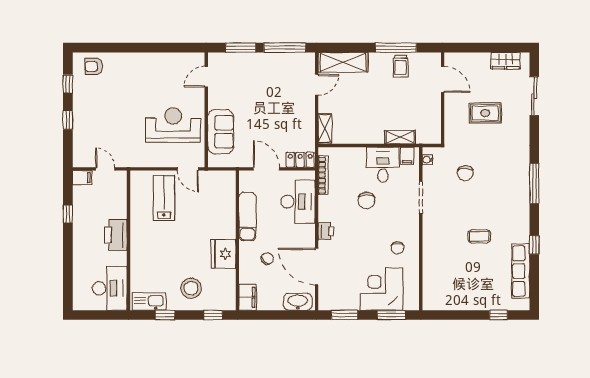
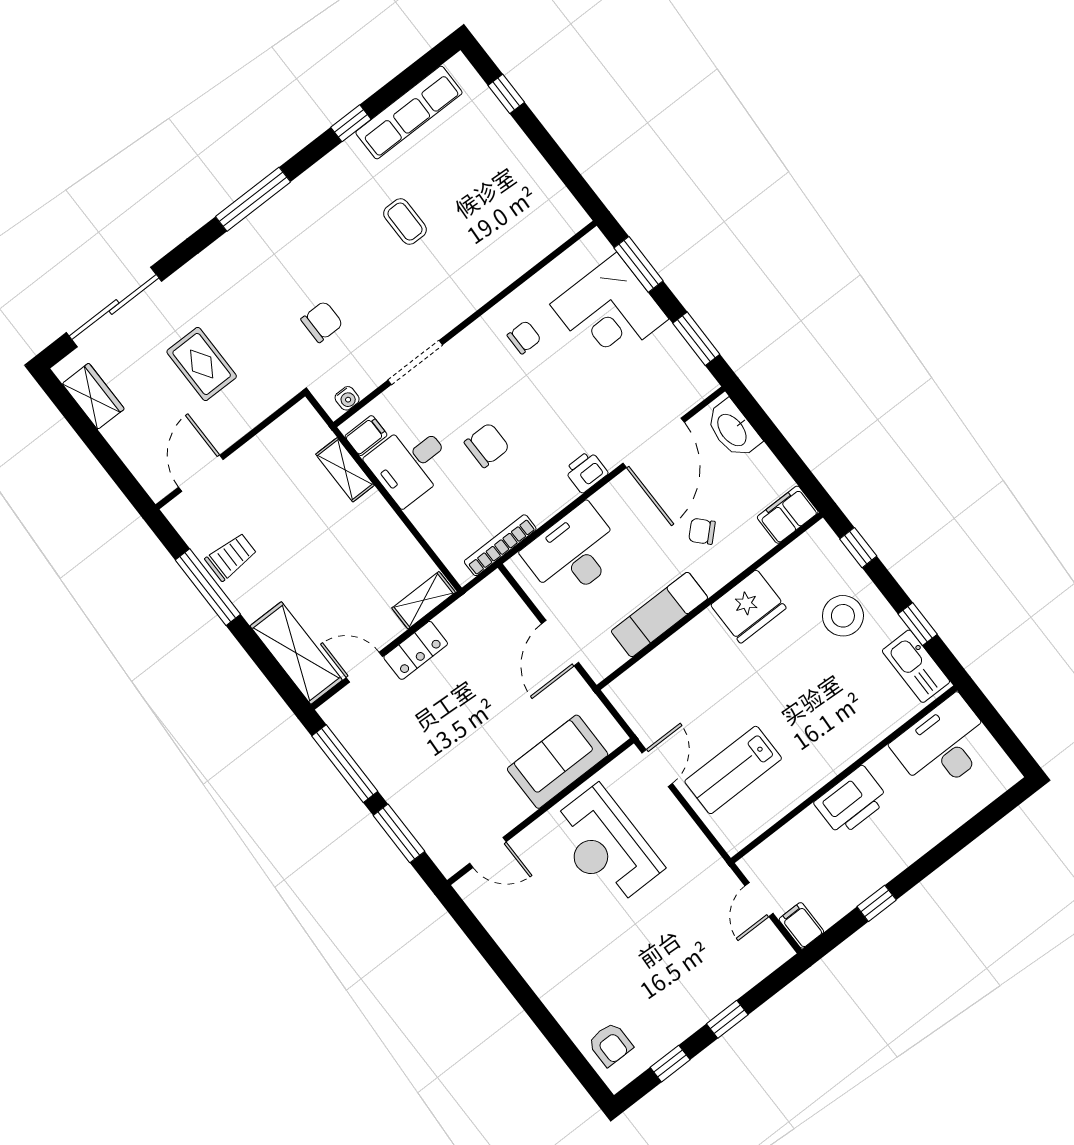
sliding door: (534, 96) -> (114, 307), width x1.37
locker: (300, 160) -> (416, 650), moved, turned -90

